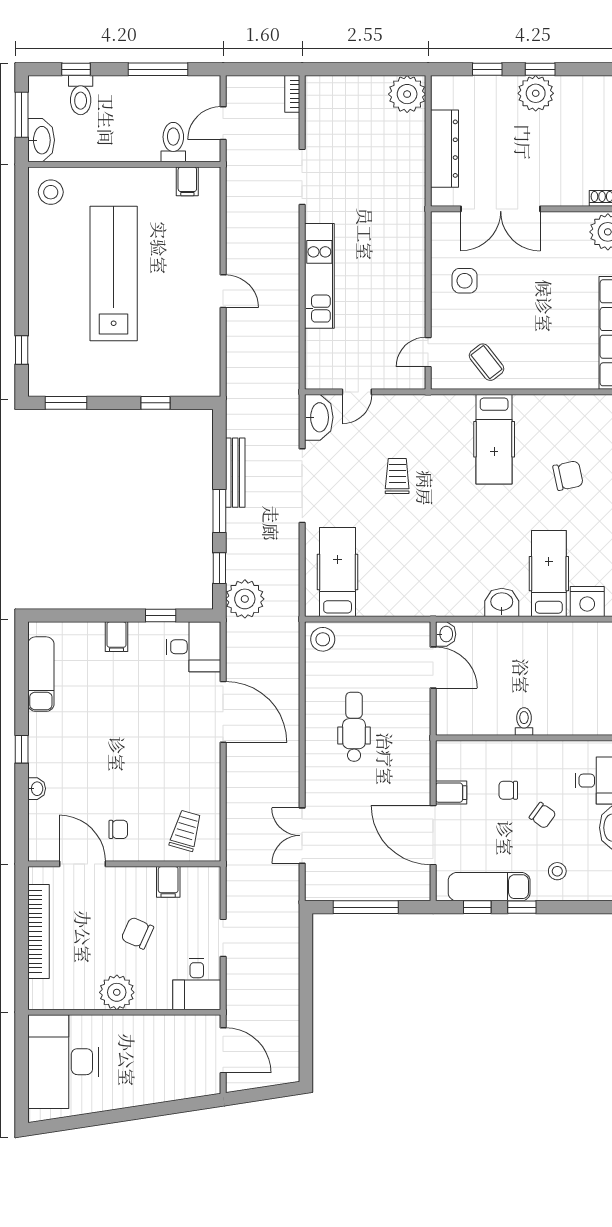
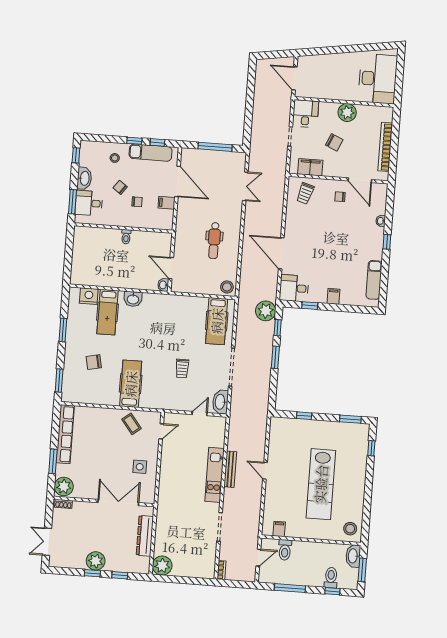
bench: (235, 473) -> (230, 469), moved
filing cabinet: (168, 882) -> (310, 167), width x2.00

